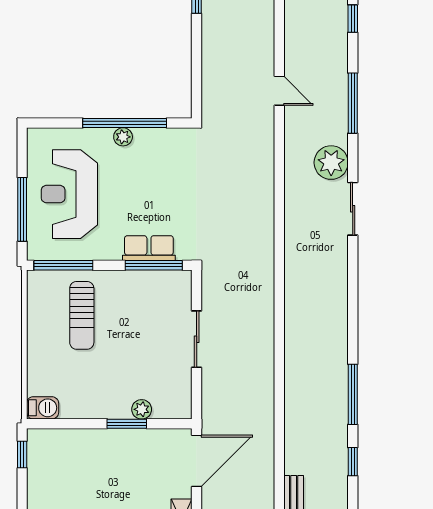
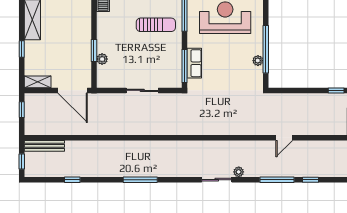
window: (353, 19) -> (311, 180), moved
plant: (123, 137) -> (258, 61), moved
plant: (331, 163) -> (239, 172), width x0.53, depth x0.53
sun lounger: (82, 315) -> (156, 25), turned 180
window: (353, 394) -> (140, 180), moved

